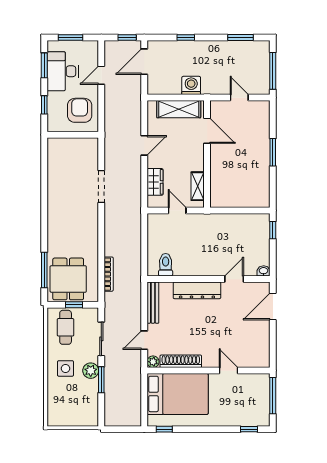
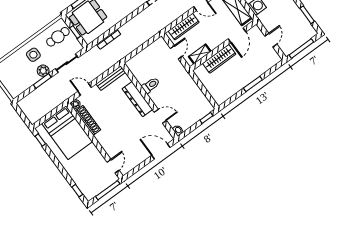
wardrobe: (218, 169) -> (219, 59), added
wardrobe: (155, 182) -> (184, 27), width x1.50
toilet: (166, 265) -> (151, 85), moved
door: (229, 371) -> (113, 166), moved

